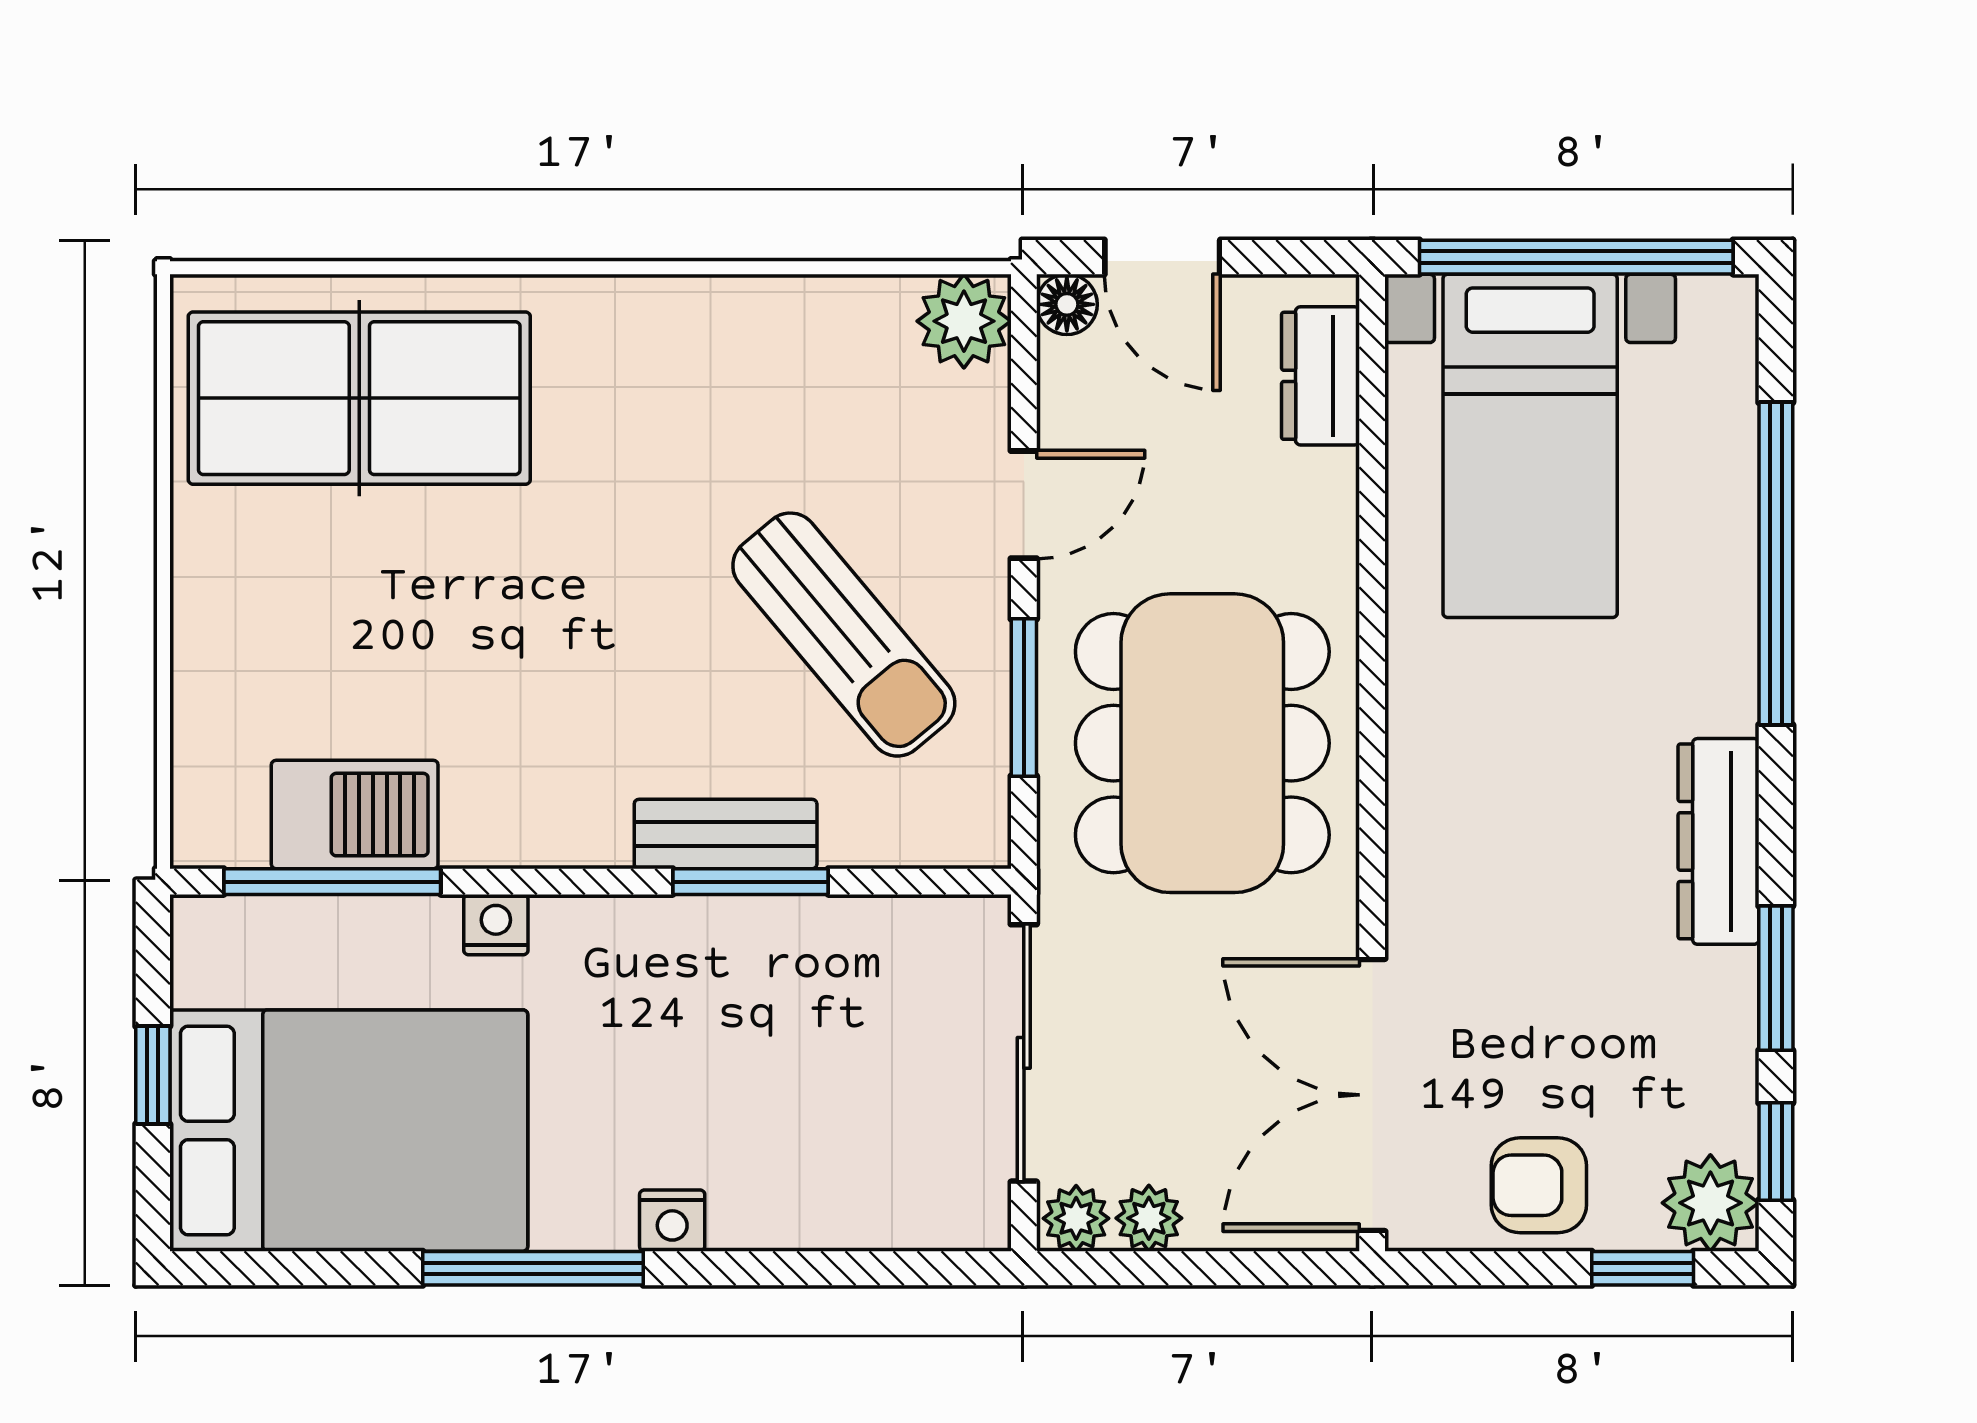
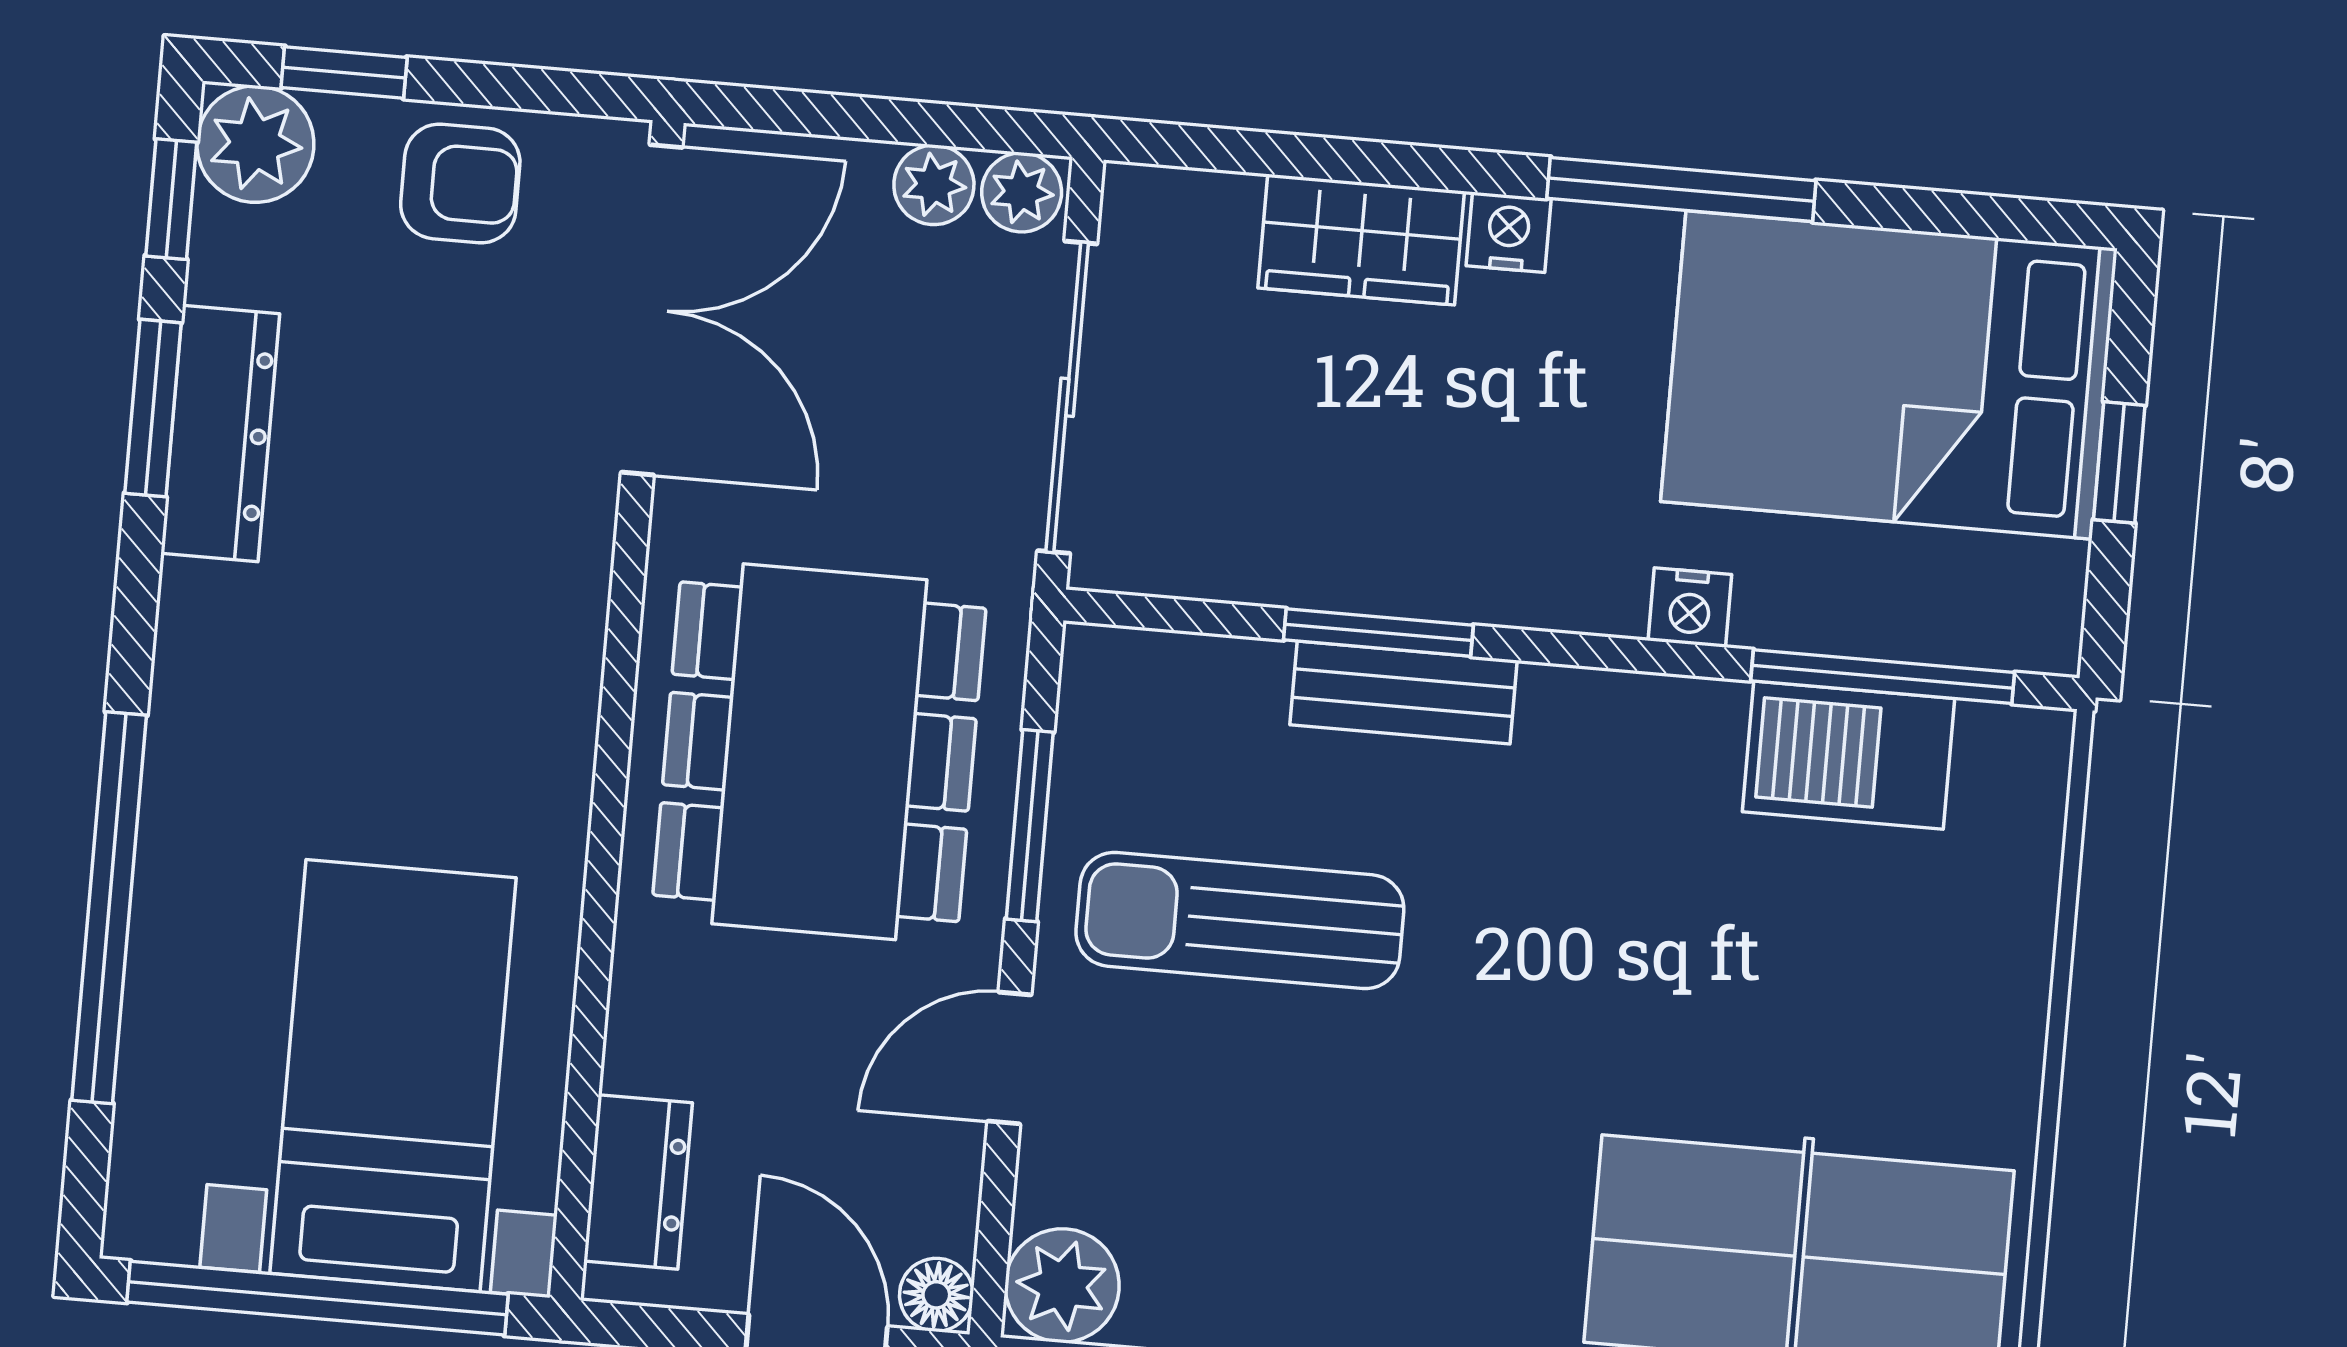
sun lounger: (844, 635) -> (1240, 920), turned -50
dresser: (1719, 841) -> (220, 434), moved
wardrobe: (793, 1204) -> (1361, 240), added

